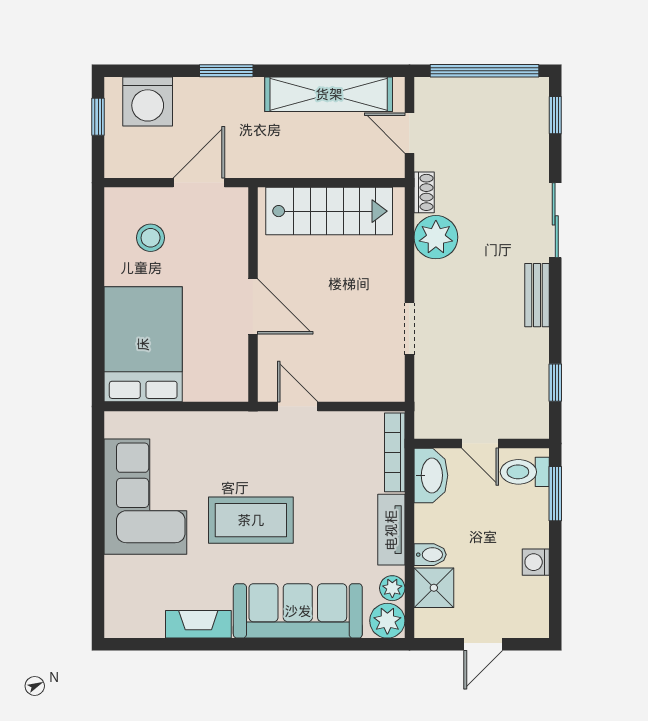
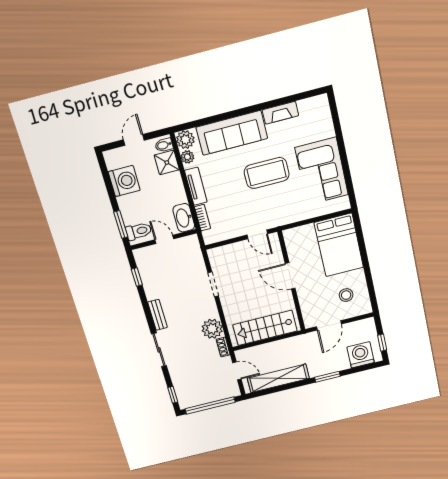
bookcase: (395, 452) -> (203, 218), width x0.64
bidet: (430, 555) -> (164, 145), moved
washing machine: (536, 562) -> (124, 181), width x1.89, depth x1.89

